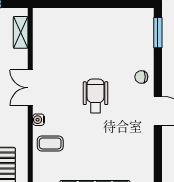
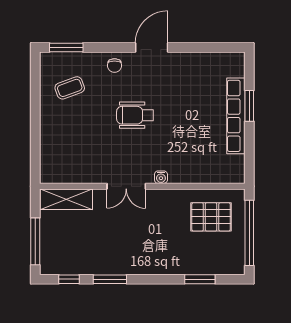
shelving: (21, 32) -> (66, 199), width x1.50, depth x1.33
coffee table: (50, 143) -> (70, 88), moved, turned 70

